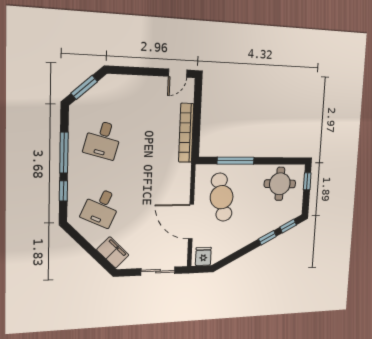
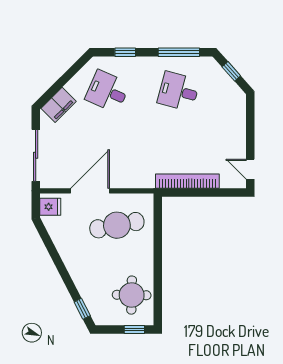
window: (84, 87) -> (231, 71), width x0.67
window: (64, 153) -> (179, 52), moved
window: (236, 161) -> (158, 240), removed
window: (267, 238) -> (69, 283), removed
sliding door: (158, 271) -> (36, 155), width x1.37

